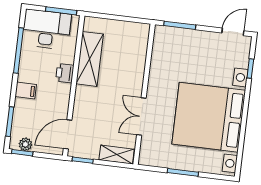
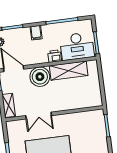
desk: (46, 29) -> (77, 46), moved, turned 90
boiler: (88, 101) -> (40, 77), added
double door: (141, 117) -> (39, 116), swing flipped

